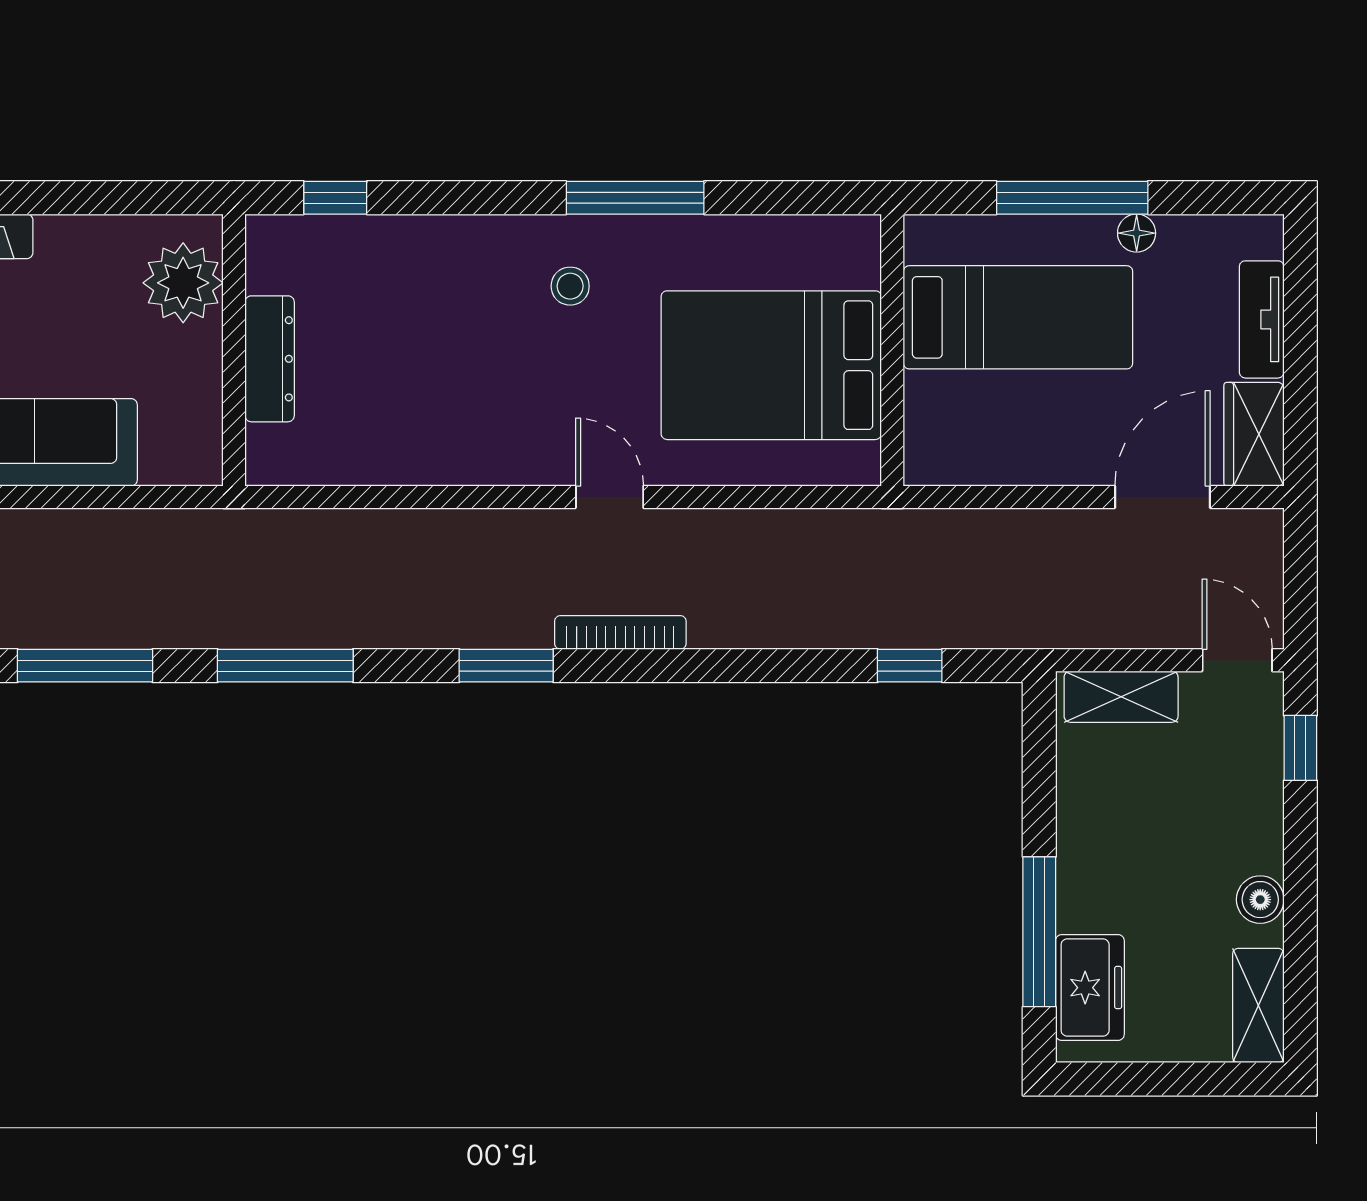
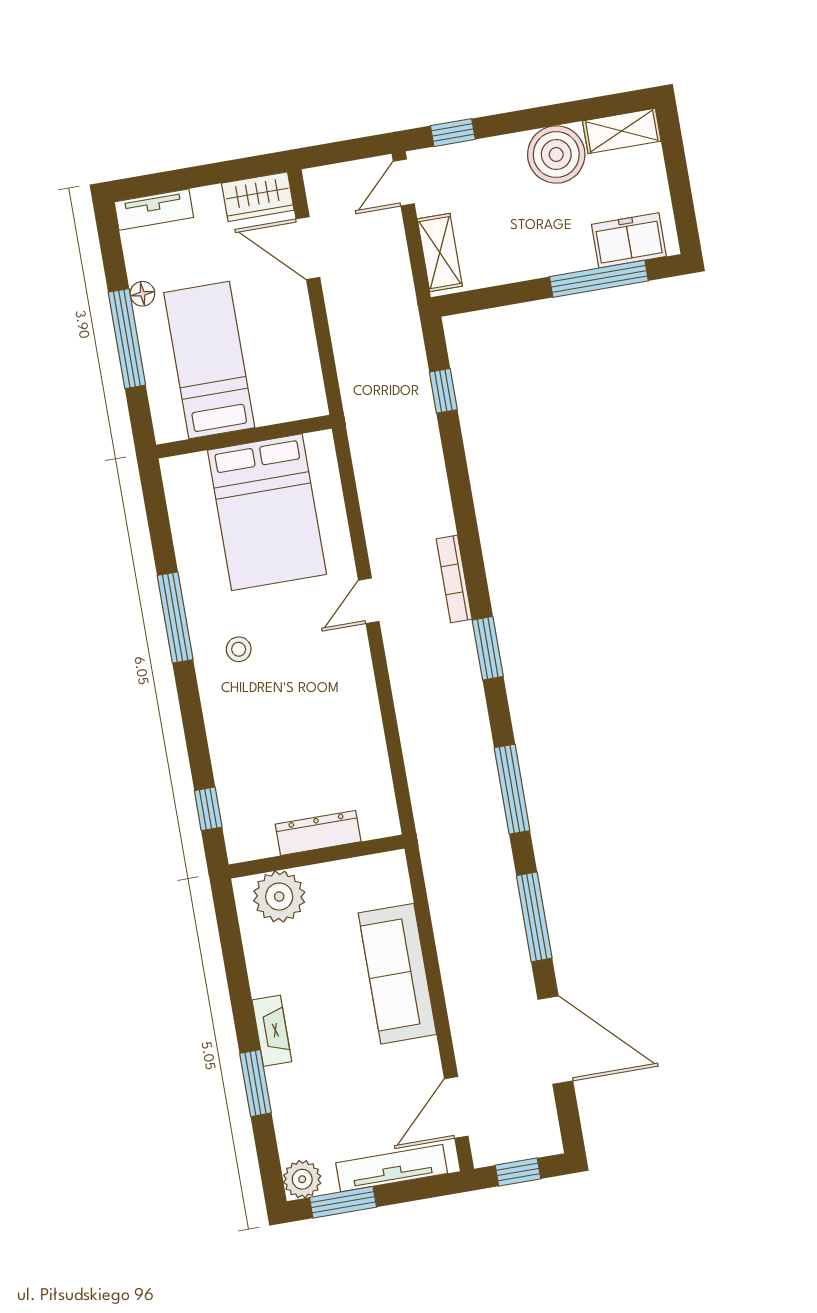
tv unit: (1262, 319) -> (154, 210), moved
boiler: (1260, 900) -> (556, 154), width x1.86, depth x1.86

